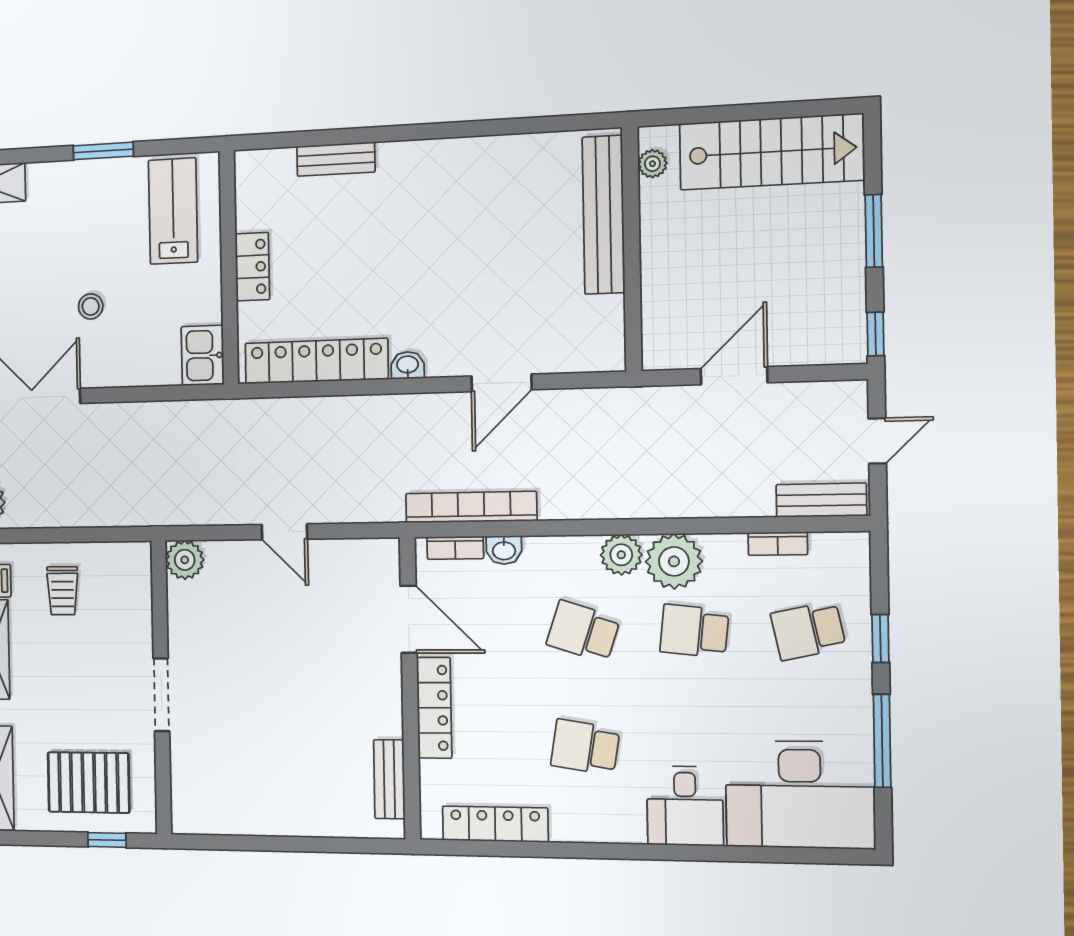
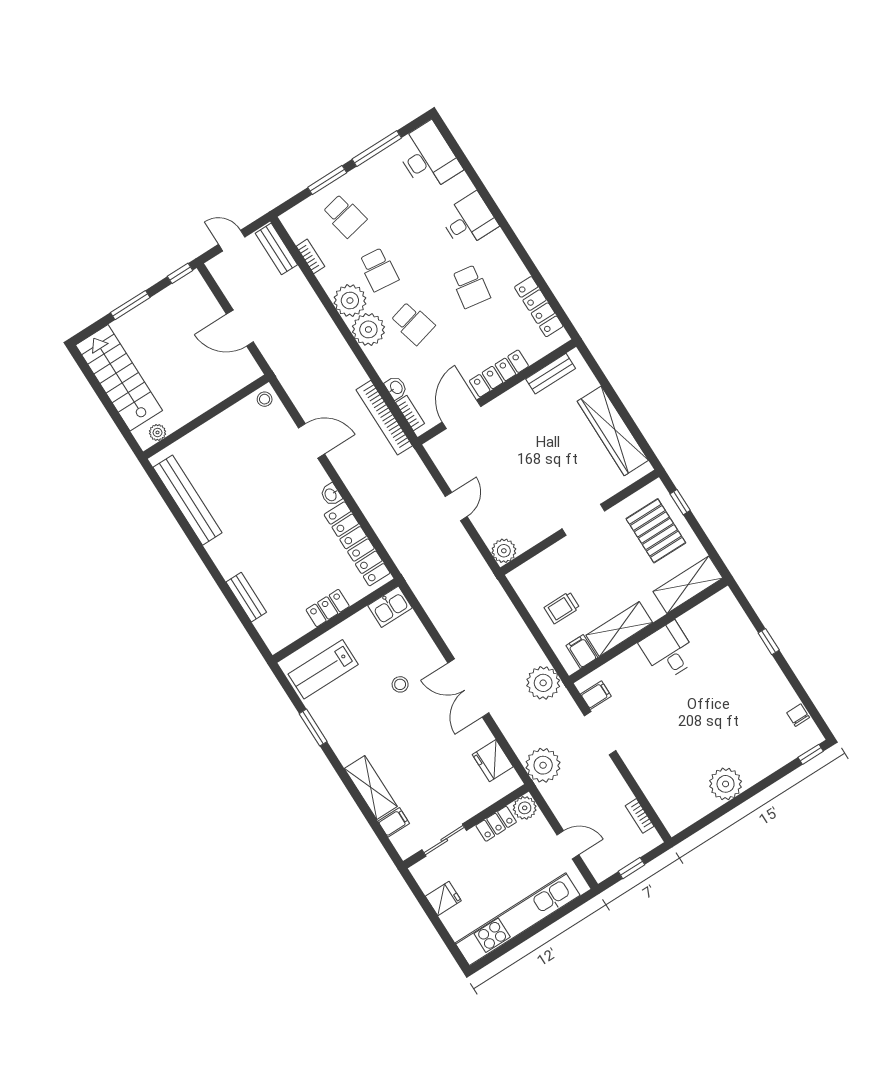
bench: (604, 215) -> (188, 500), moved, turned 90
stool: (605, 350) -> (265, 399), added
plant: (621, 555) -> (368, 329), width x1.36, depth x1.36
trolley: (63, 591) -> (562, 608), turned 180
school desk: (583, 631) -> (413, 323), turned -33
window: (880, 638) -> (327, 180), width x1.50
desk: (800, 795) -> (428, 157), width x0.73, depth x0.77
wardrobe: (258, 813) -> (613, 431), added

